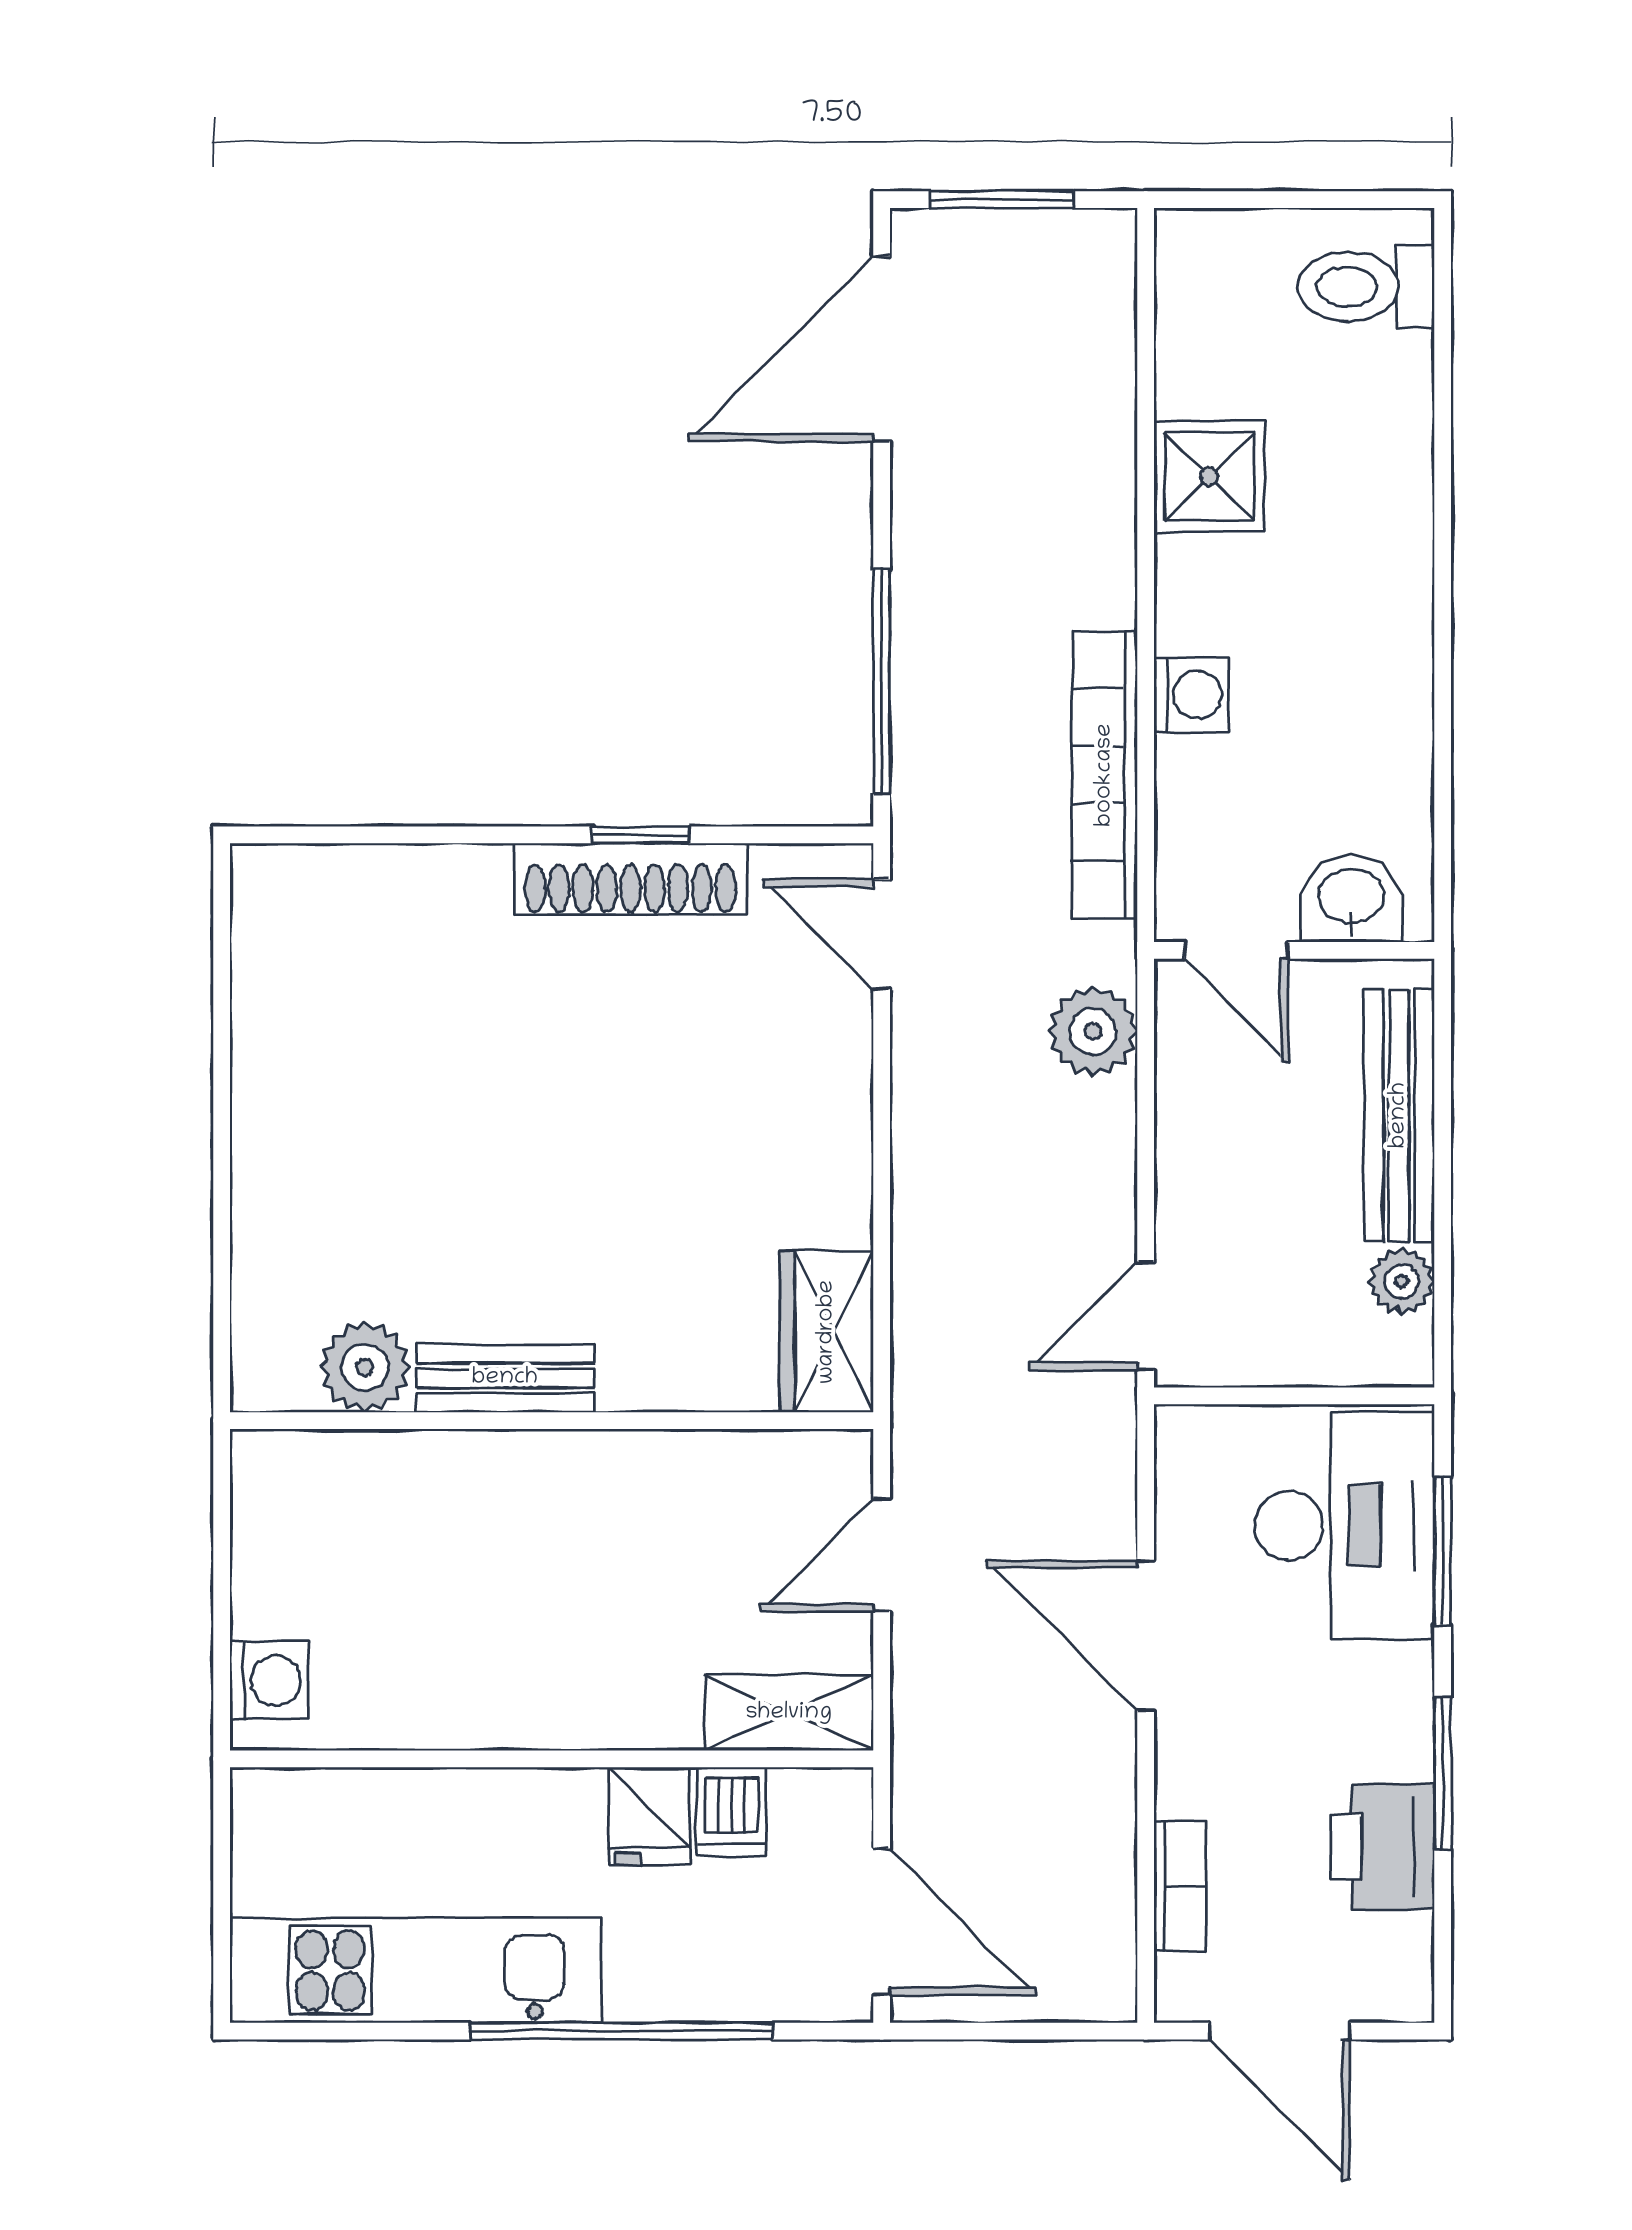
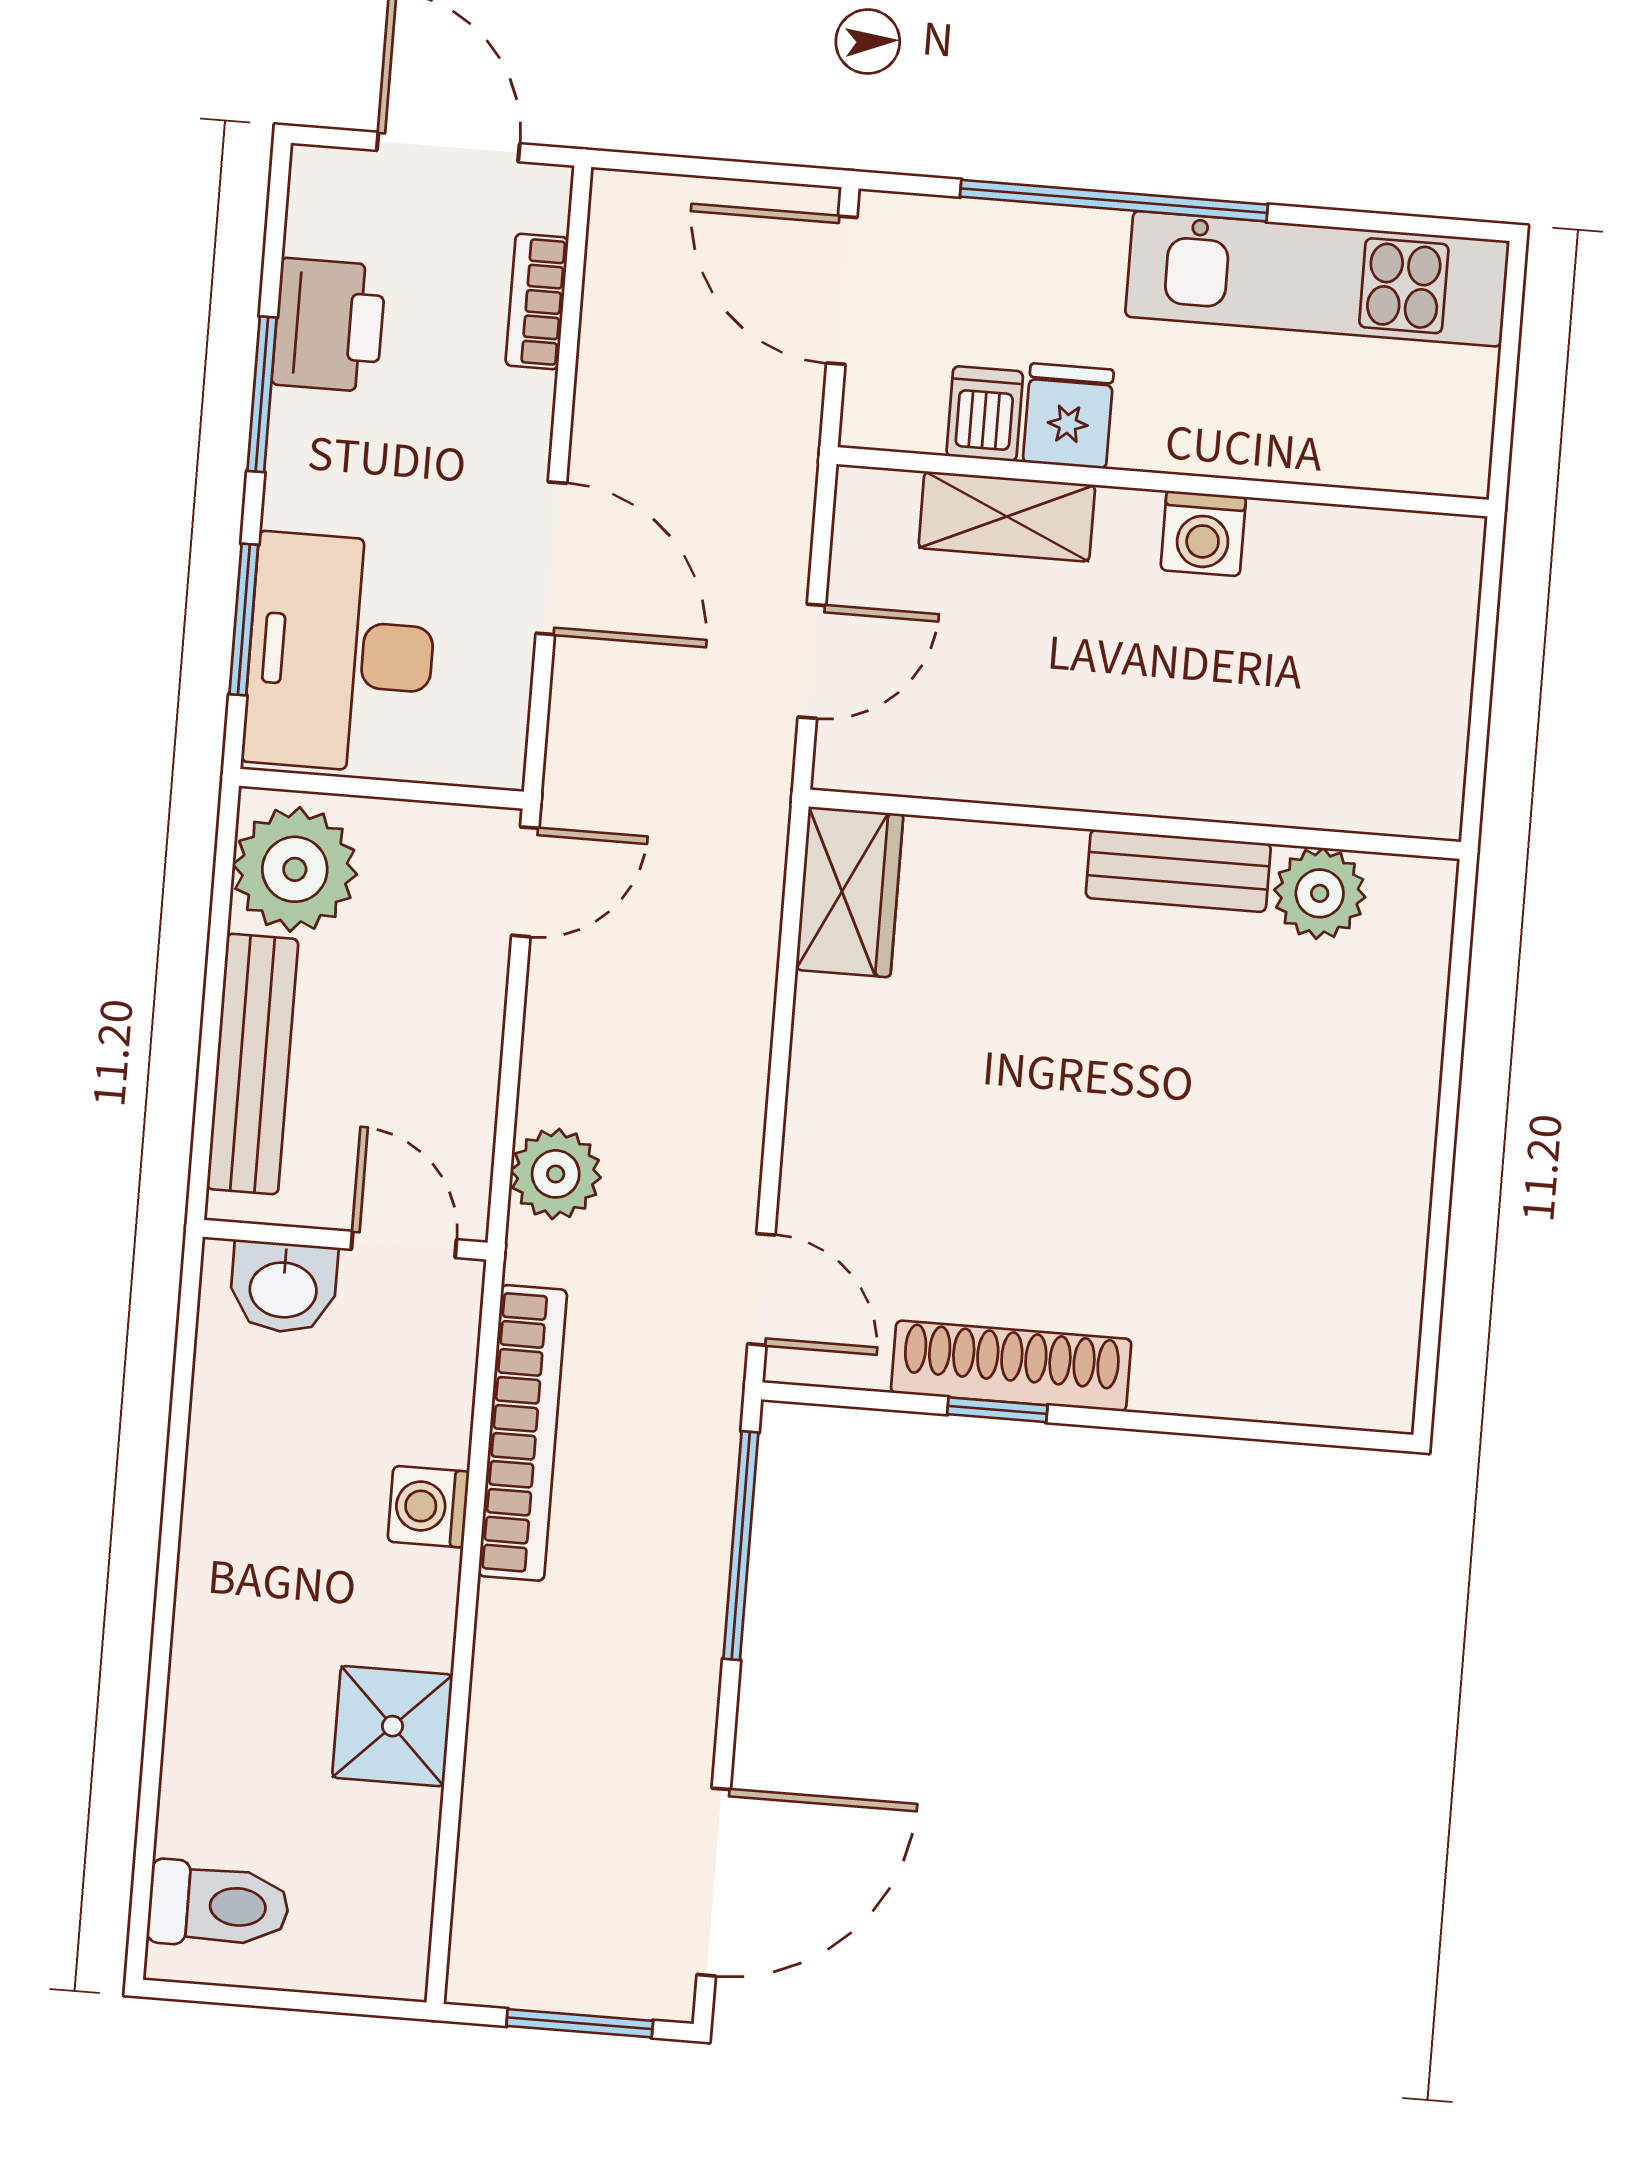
plant: (1402, 1281) -> (295, 869), width x1.87, depth x1.87
washing machine: (269, 1680) -> (1203, 534), moved, turned -90
shelving: (789, 1713) -> (1007, 516), moved

